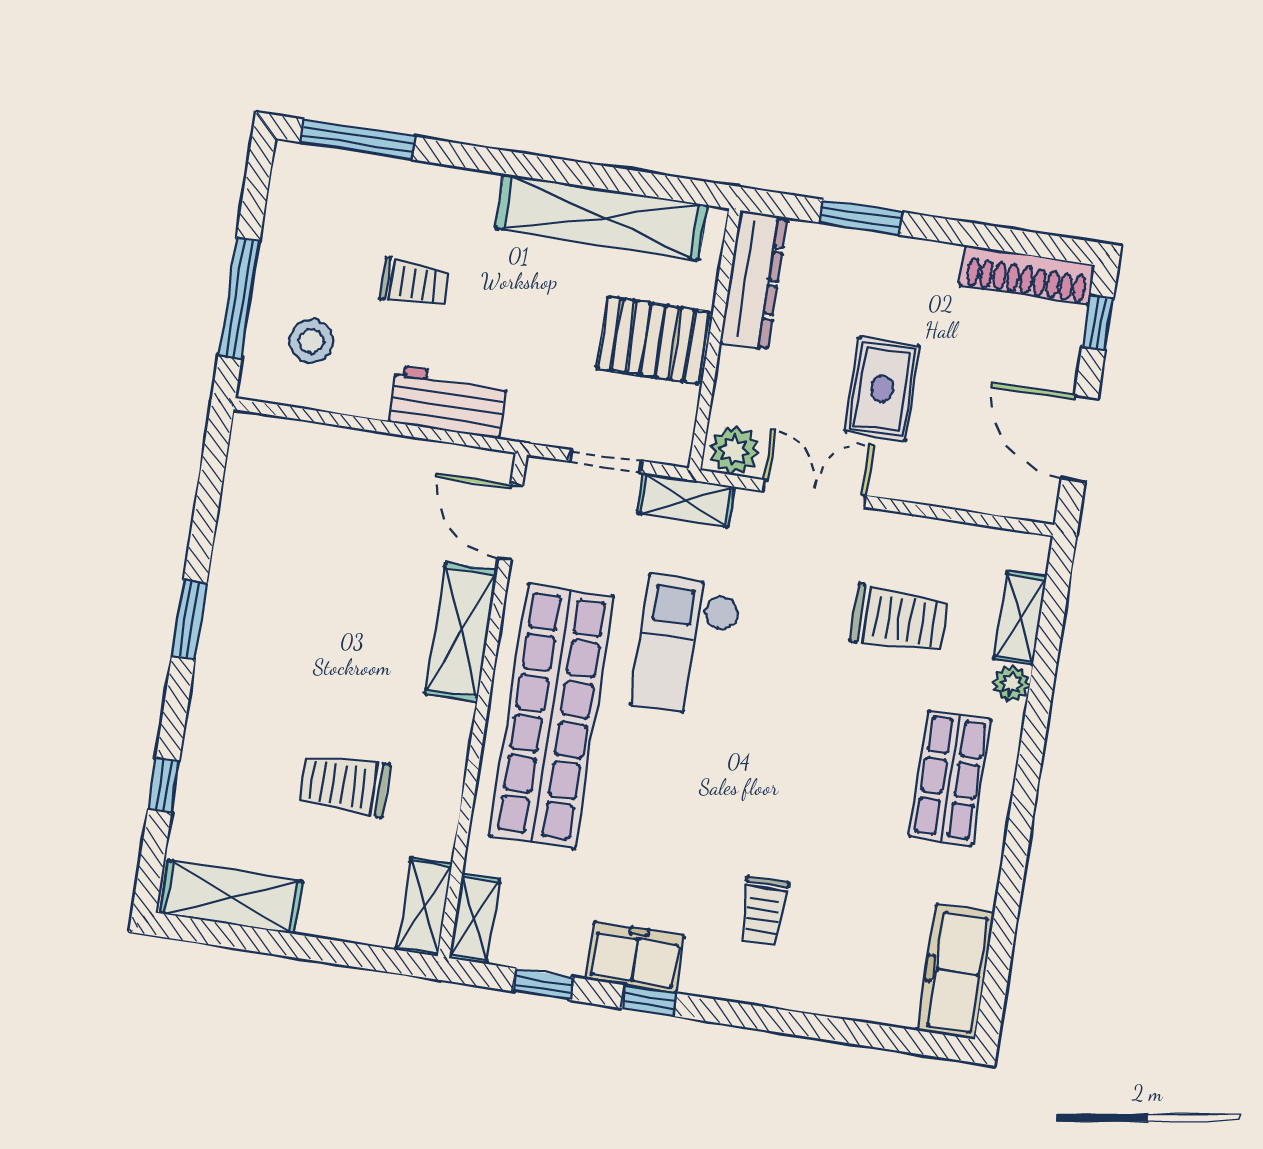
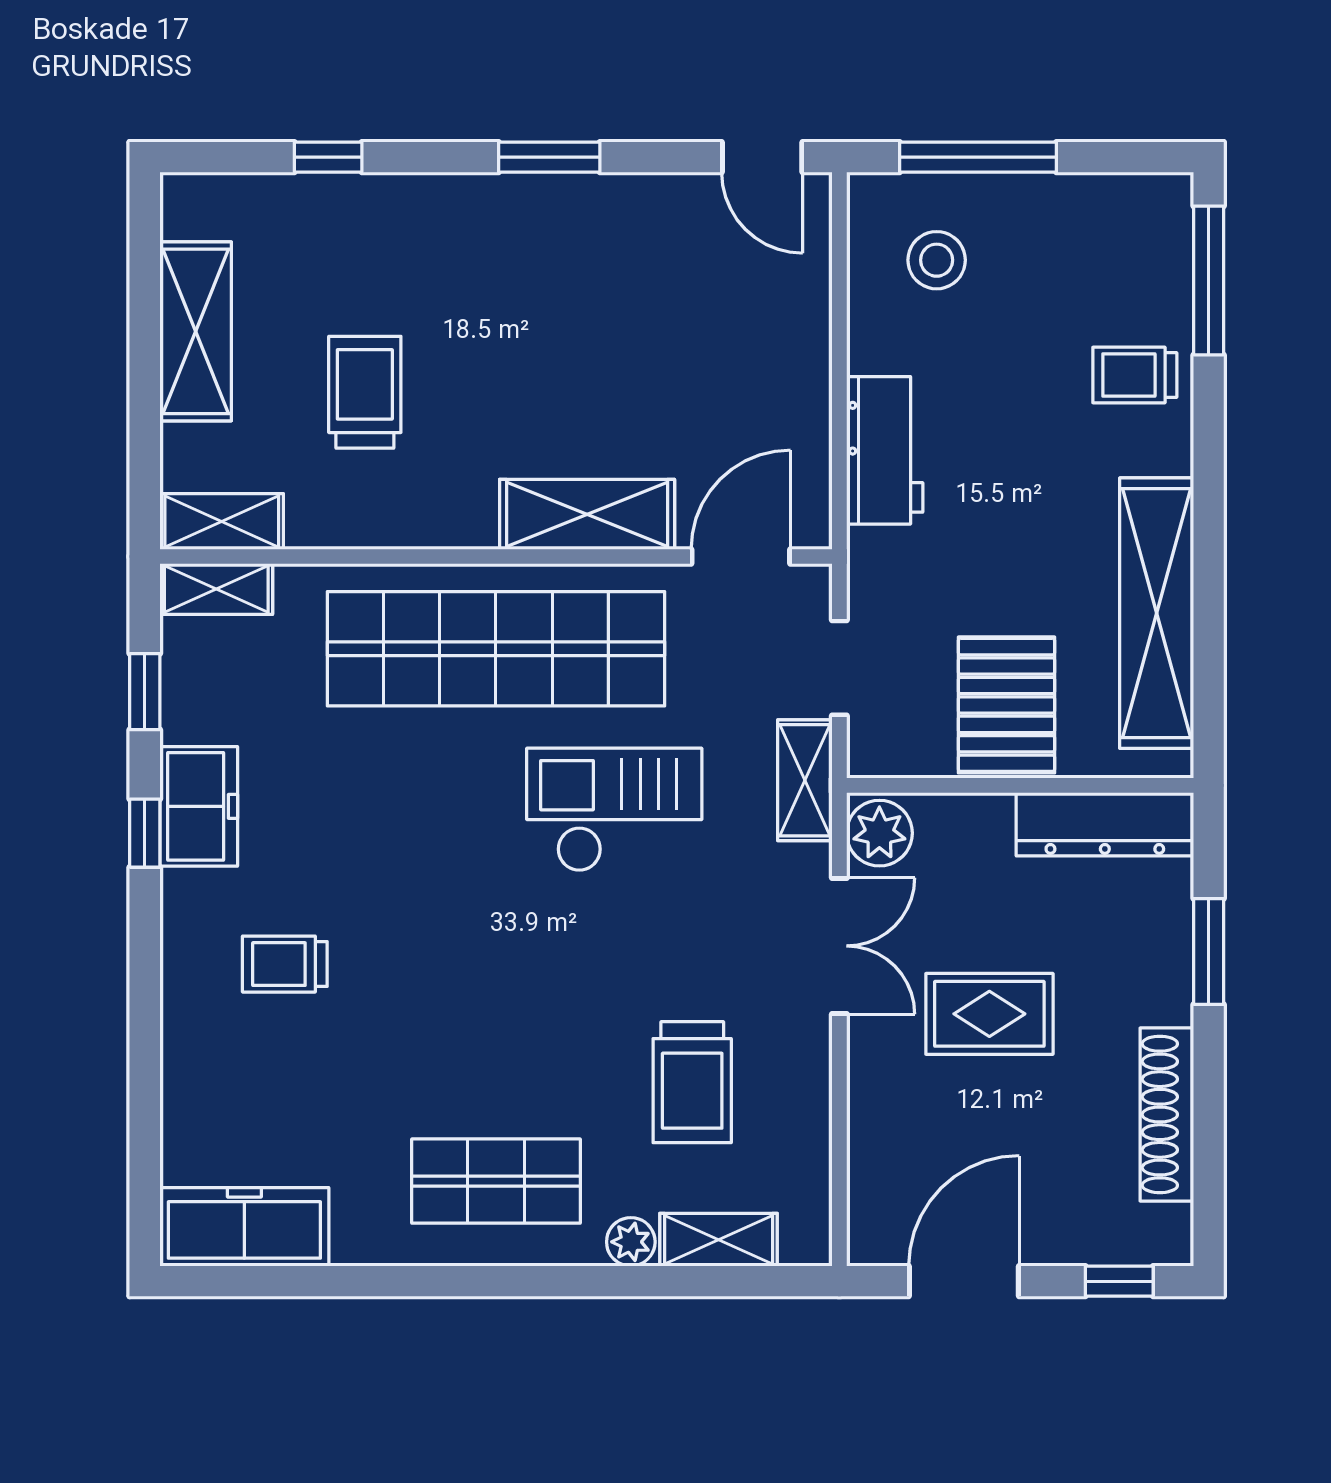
shoe rack: (1027, 275) -> (1167, 1114), moved
trolley: (414, 283) -> (1135, 375), moved, turned 90
door: (214, 460) -> (762, 157), added
shelving: (231, 897) -> (196, 331), moved

